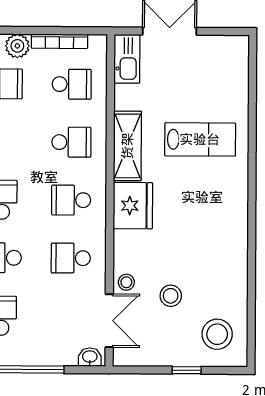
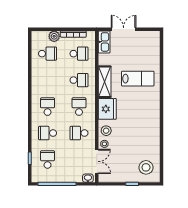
school desk: (71, 200) -> (79, 107), turned 90
stool: (171, 296) -> (106, 131), moved

